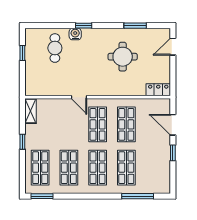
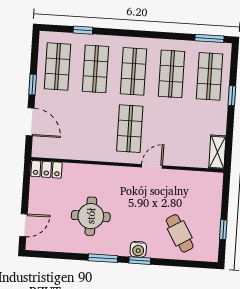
window: (135, 26) -> (103, 258), moved
water cooler: (75, 34) -> (138, 249), moved
cafe table: (55, 48) -> (180, 233), turned -31
door: (79, 97) -> (152, 166), hinge flipped
shop shelf: (126, 124) -> (57, 67), moved
window: (22, 142) -> (232, 96), moved
window: (138, 196) -> (83, 30), width x0.46

